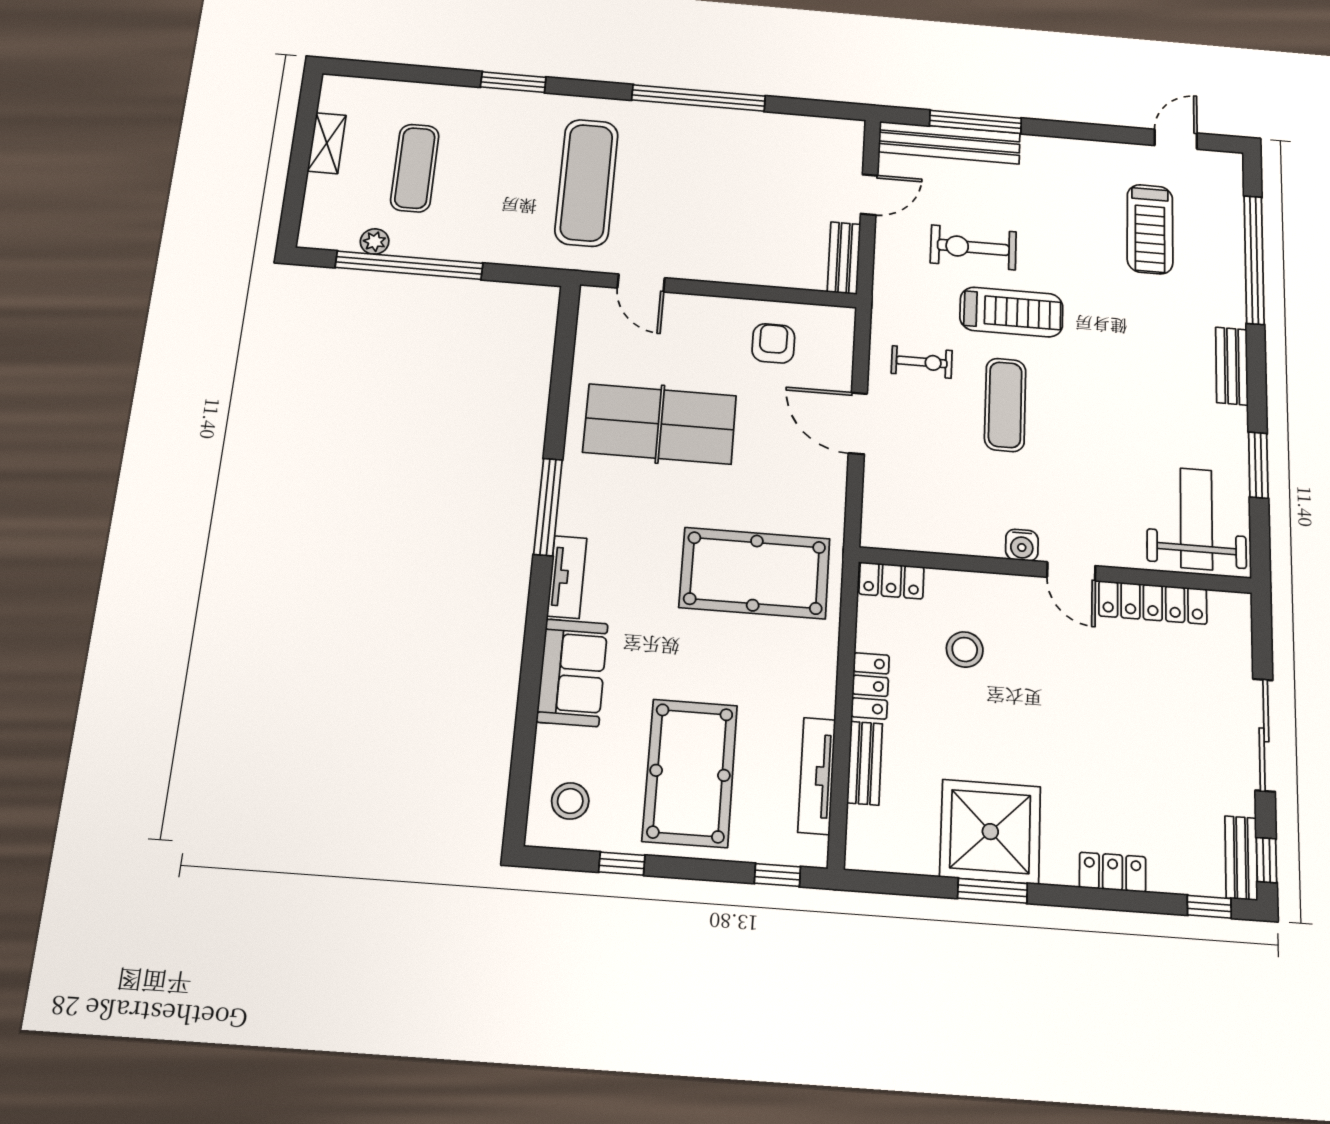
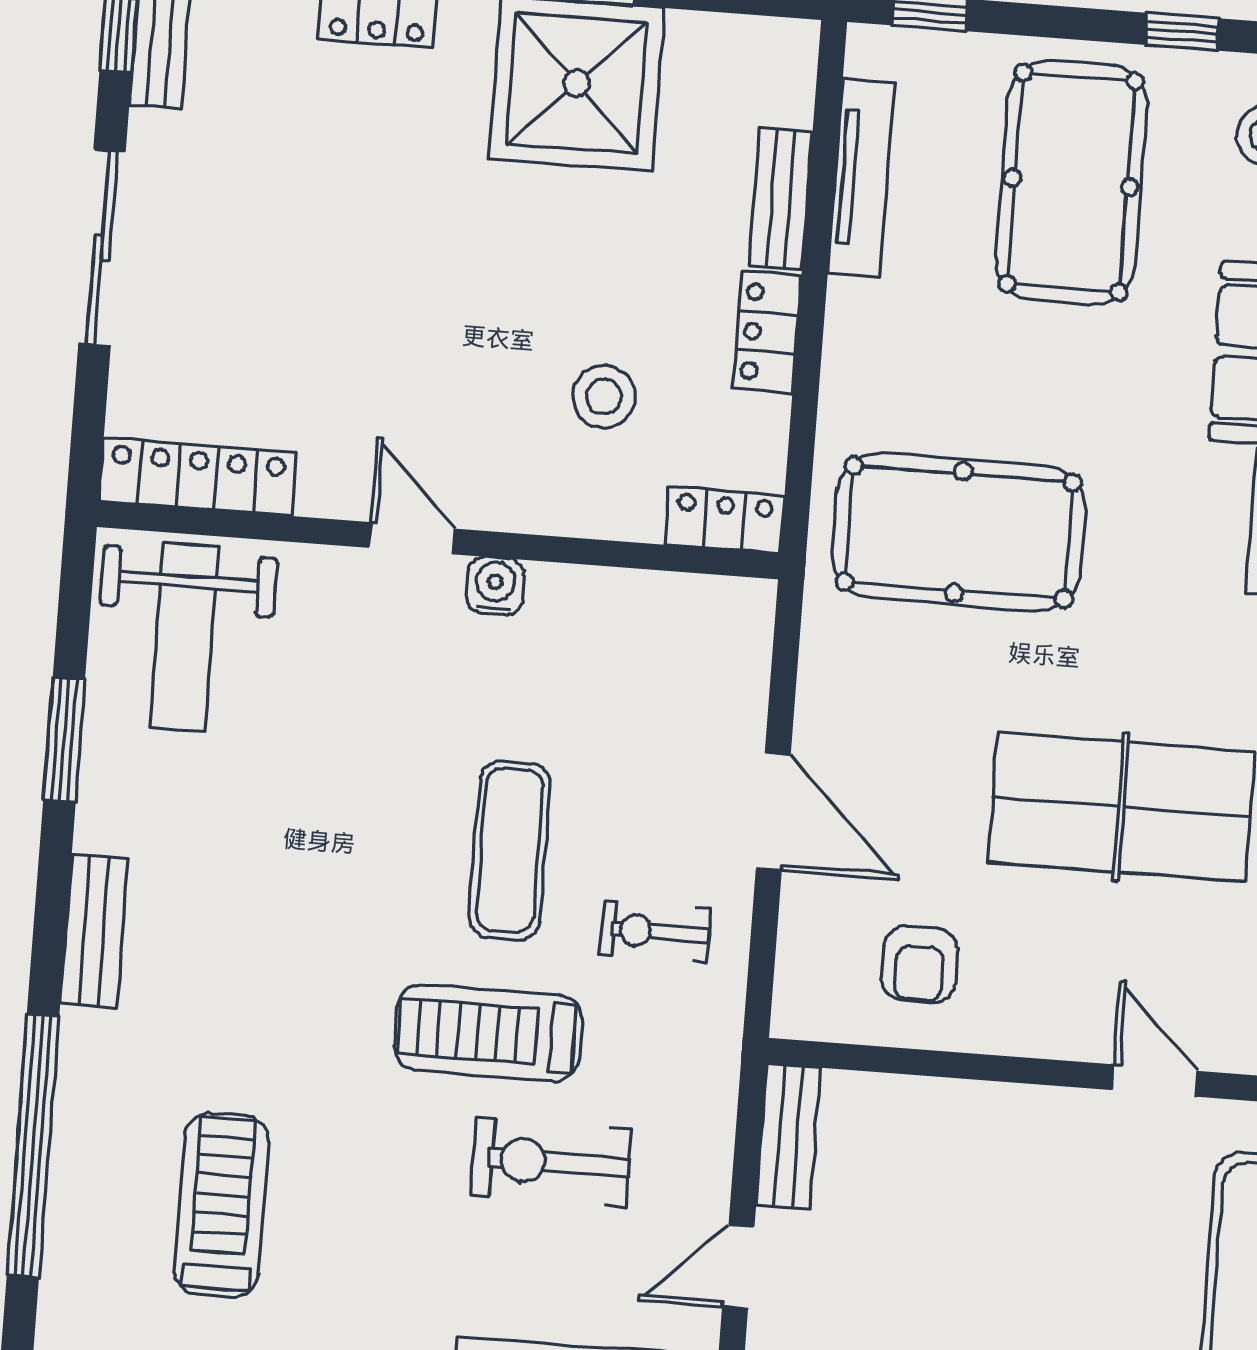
exercise bike: (973, 247) -> (551, 1162), turned 180
locker: (1153, 602) -> (198, 477), moved

